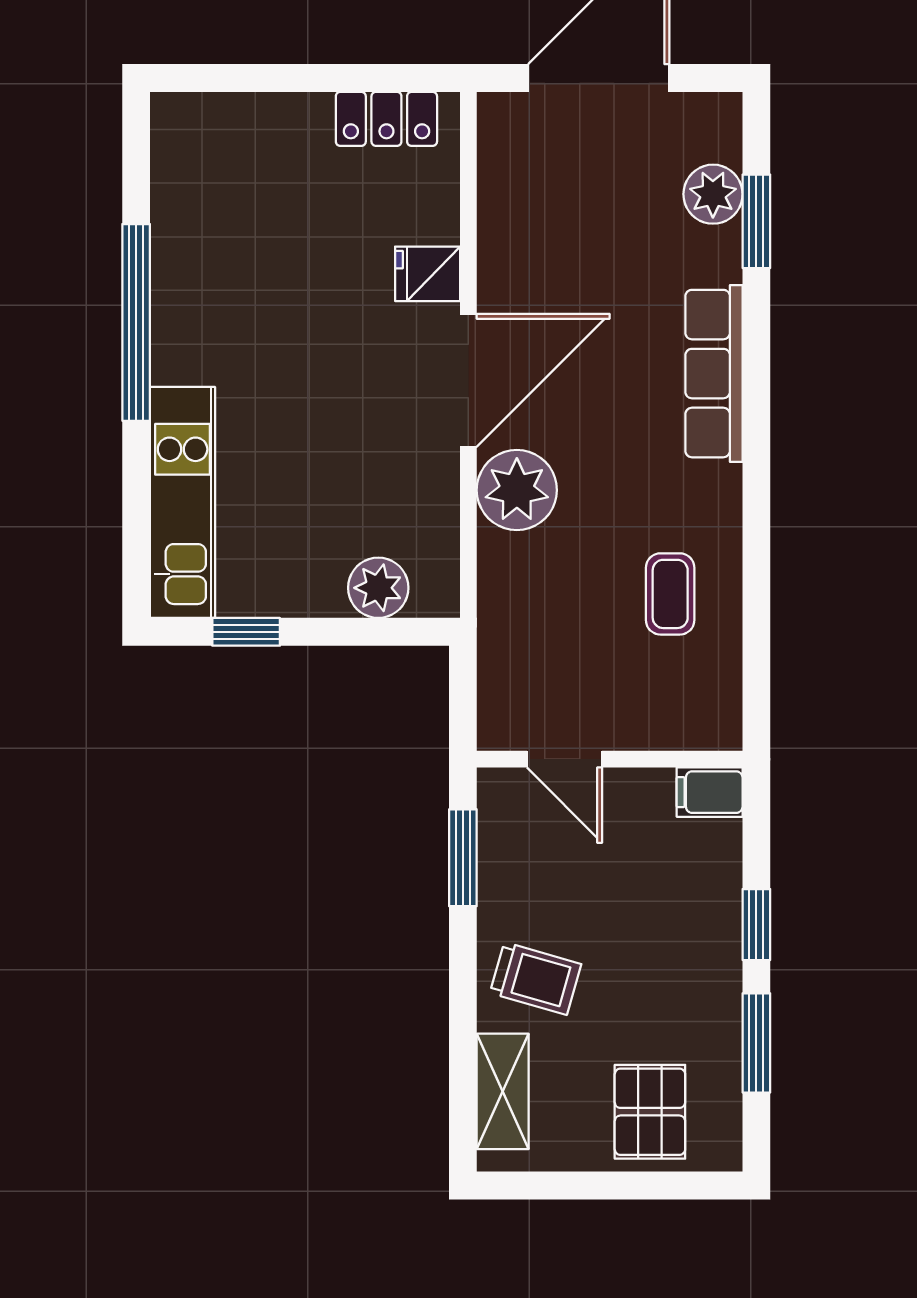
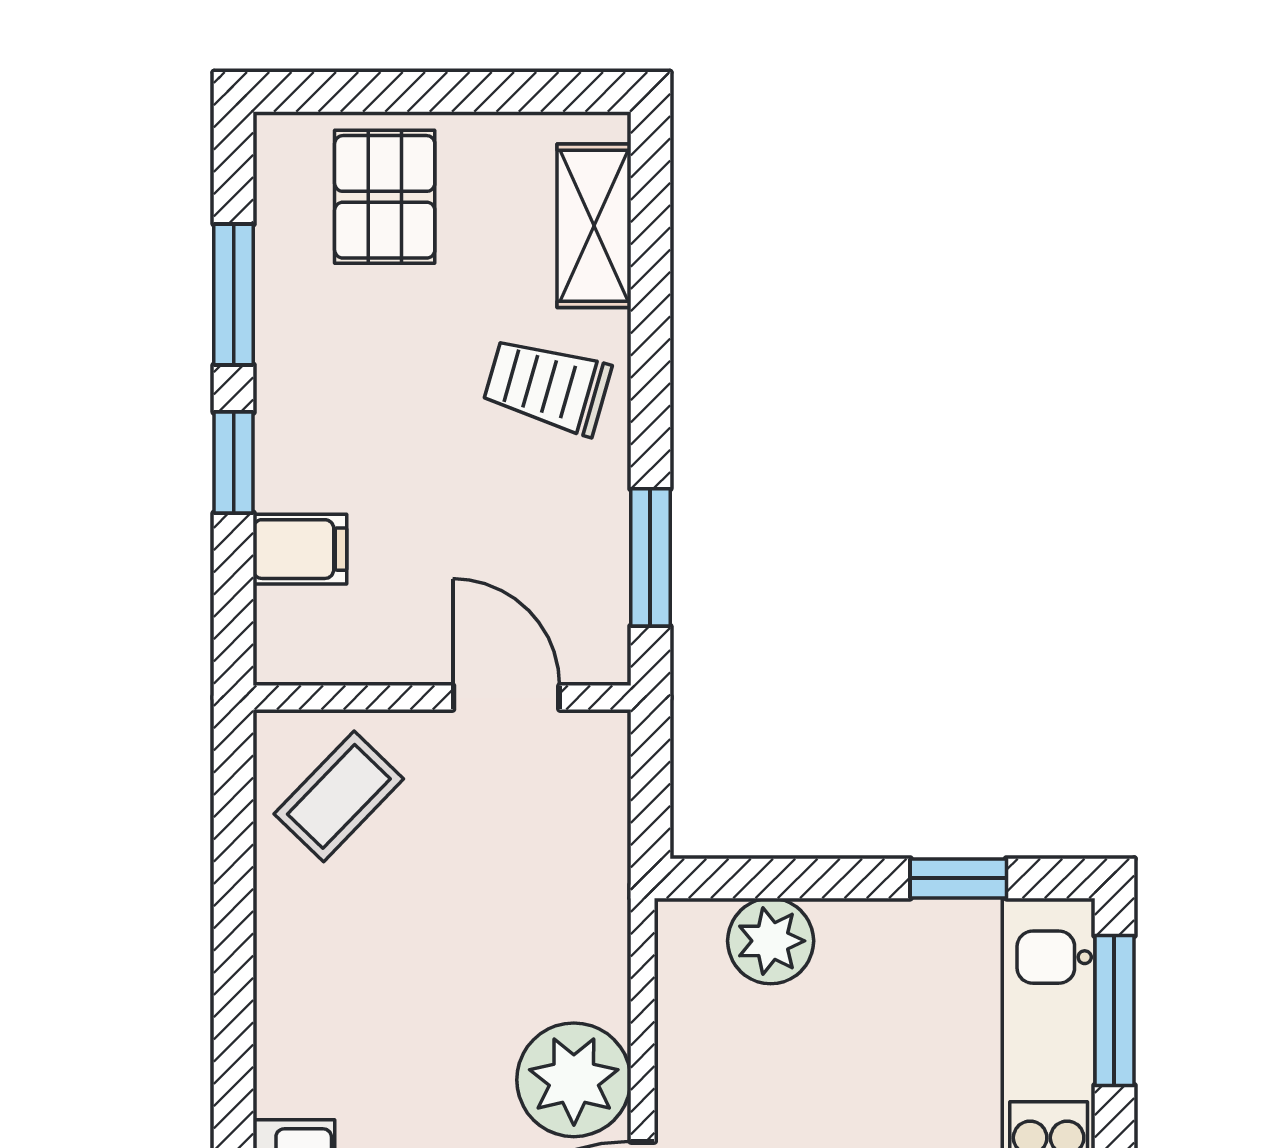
window: (136, 539) -> (1114, 1011), added
coffee table: (670, 594) -> (339, 796), moved, turned 44
filing cabinet: (710, 792) -> (300, 549), moved

